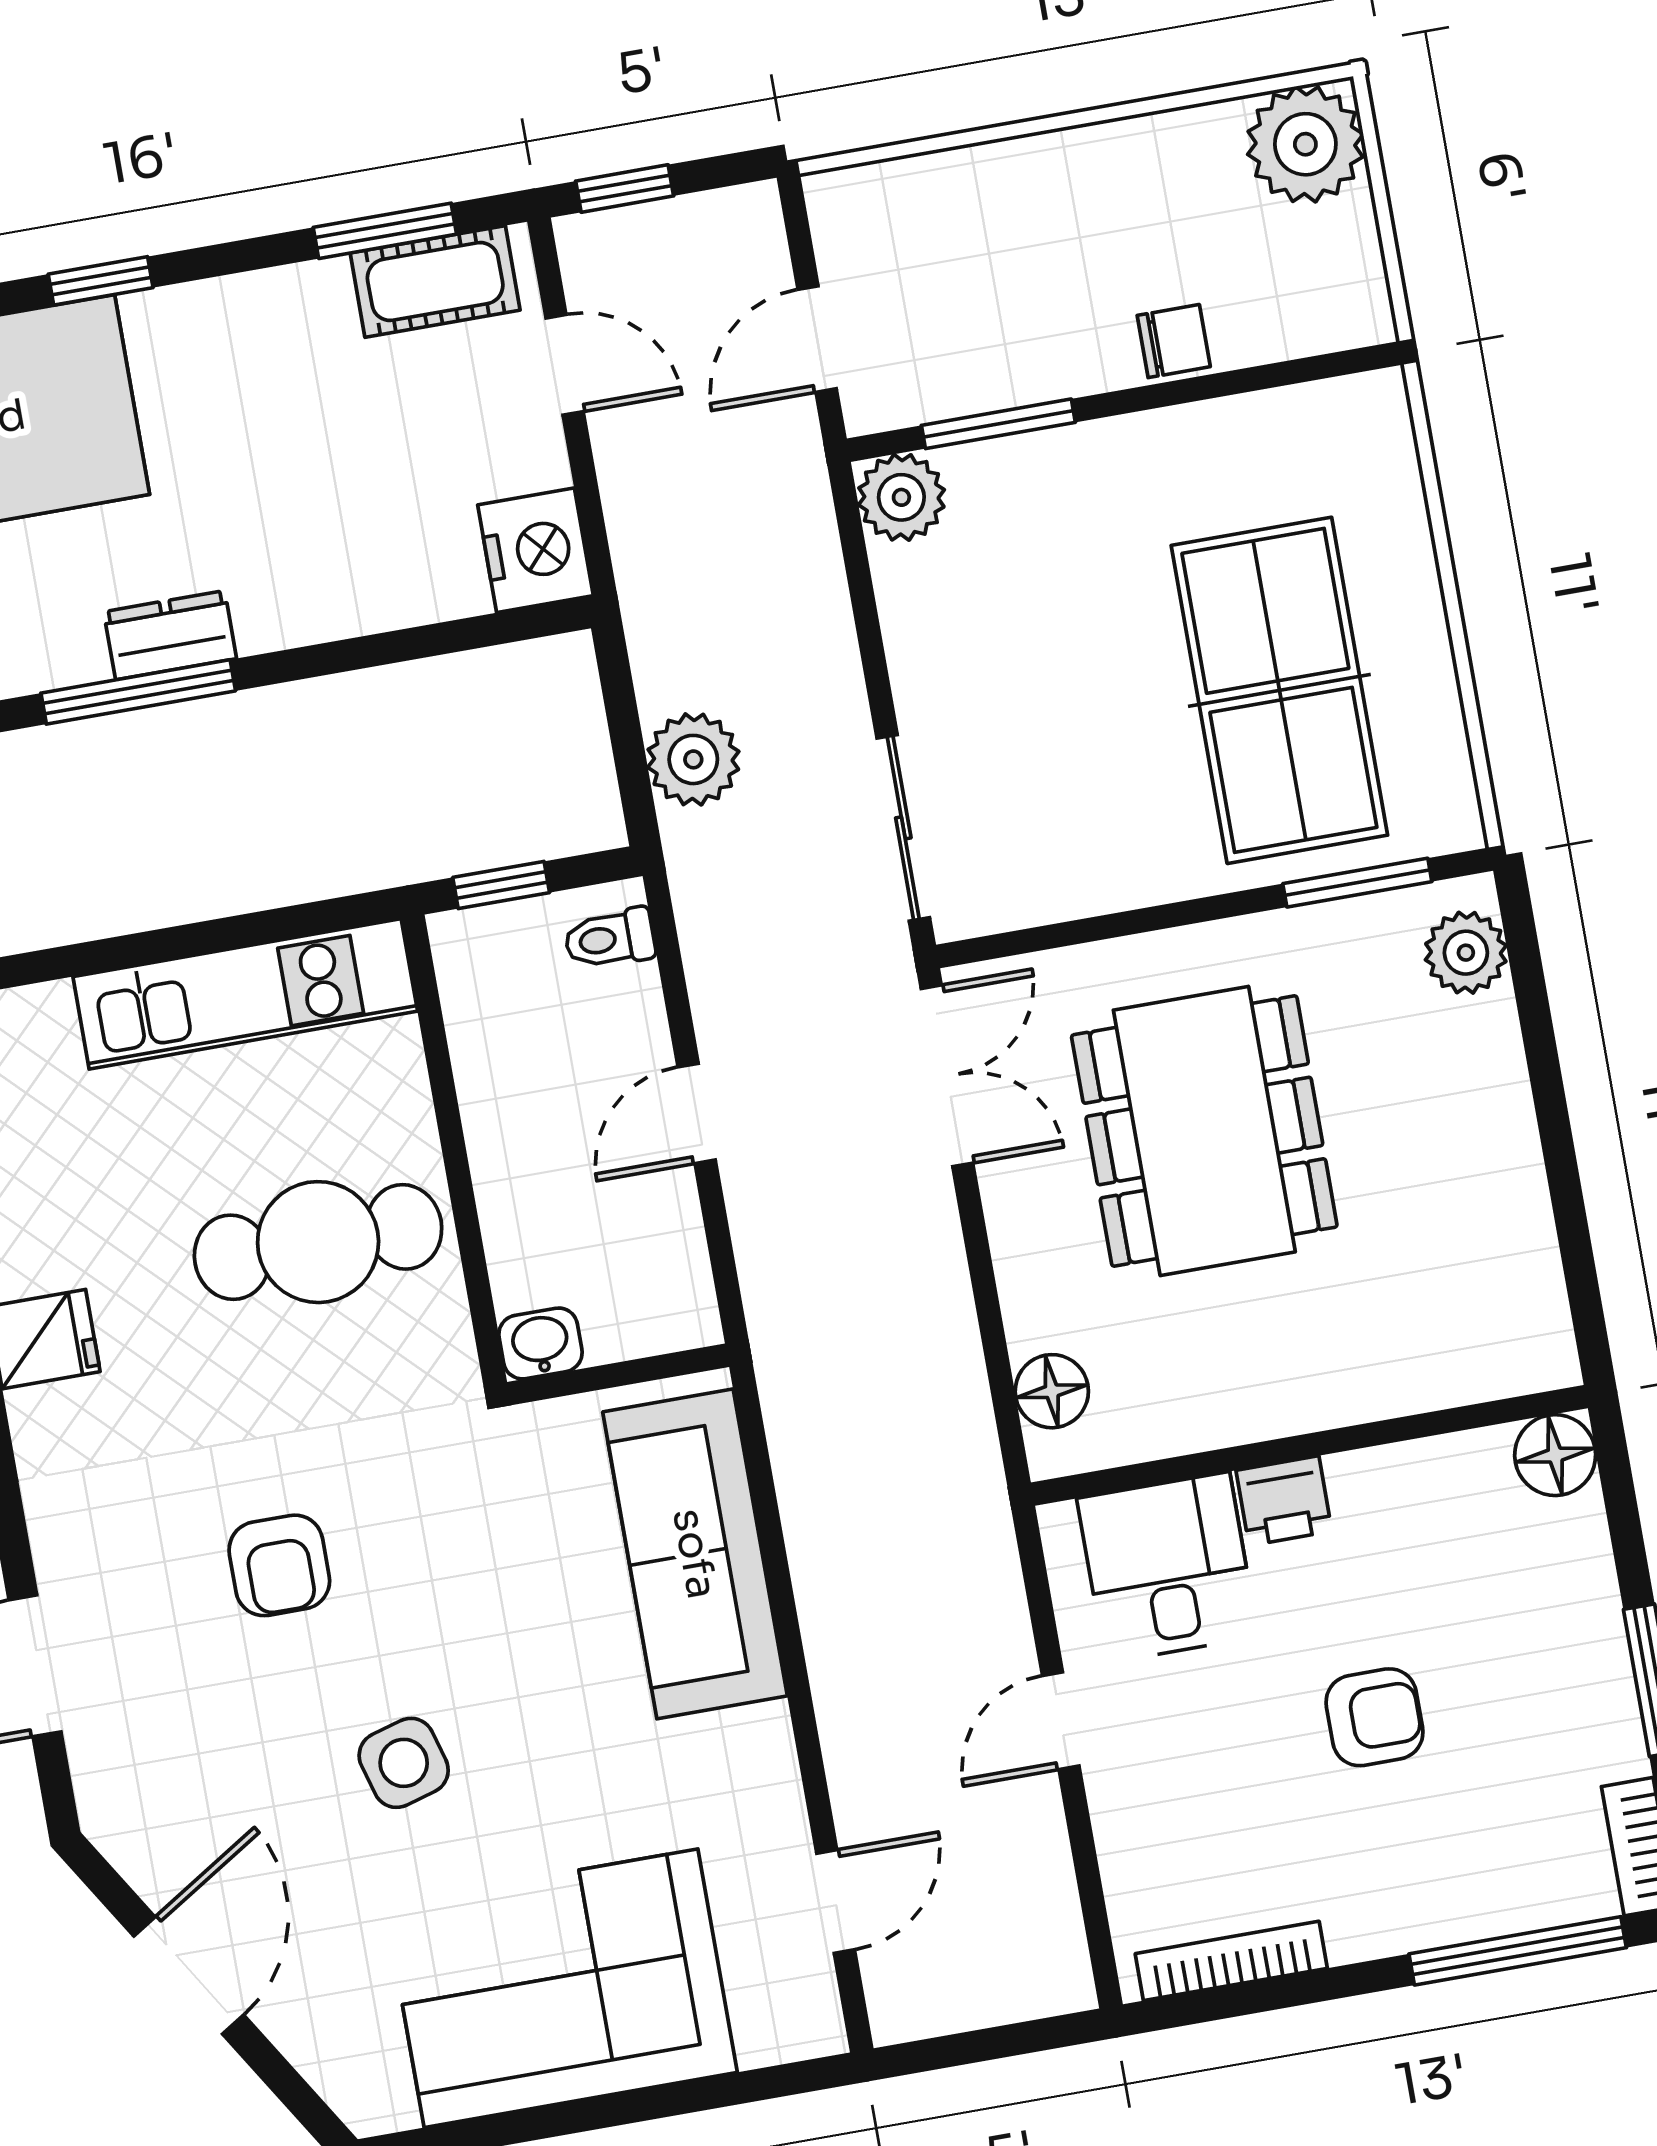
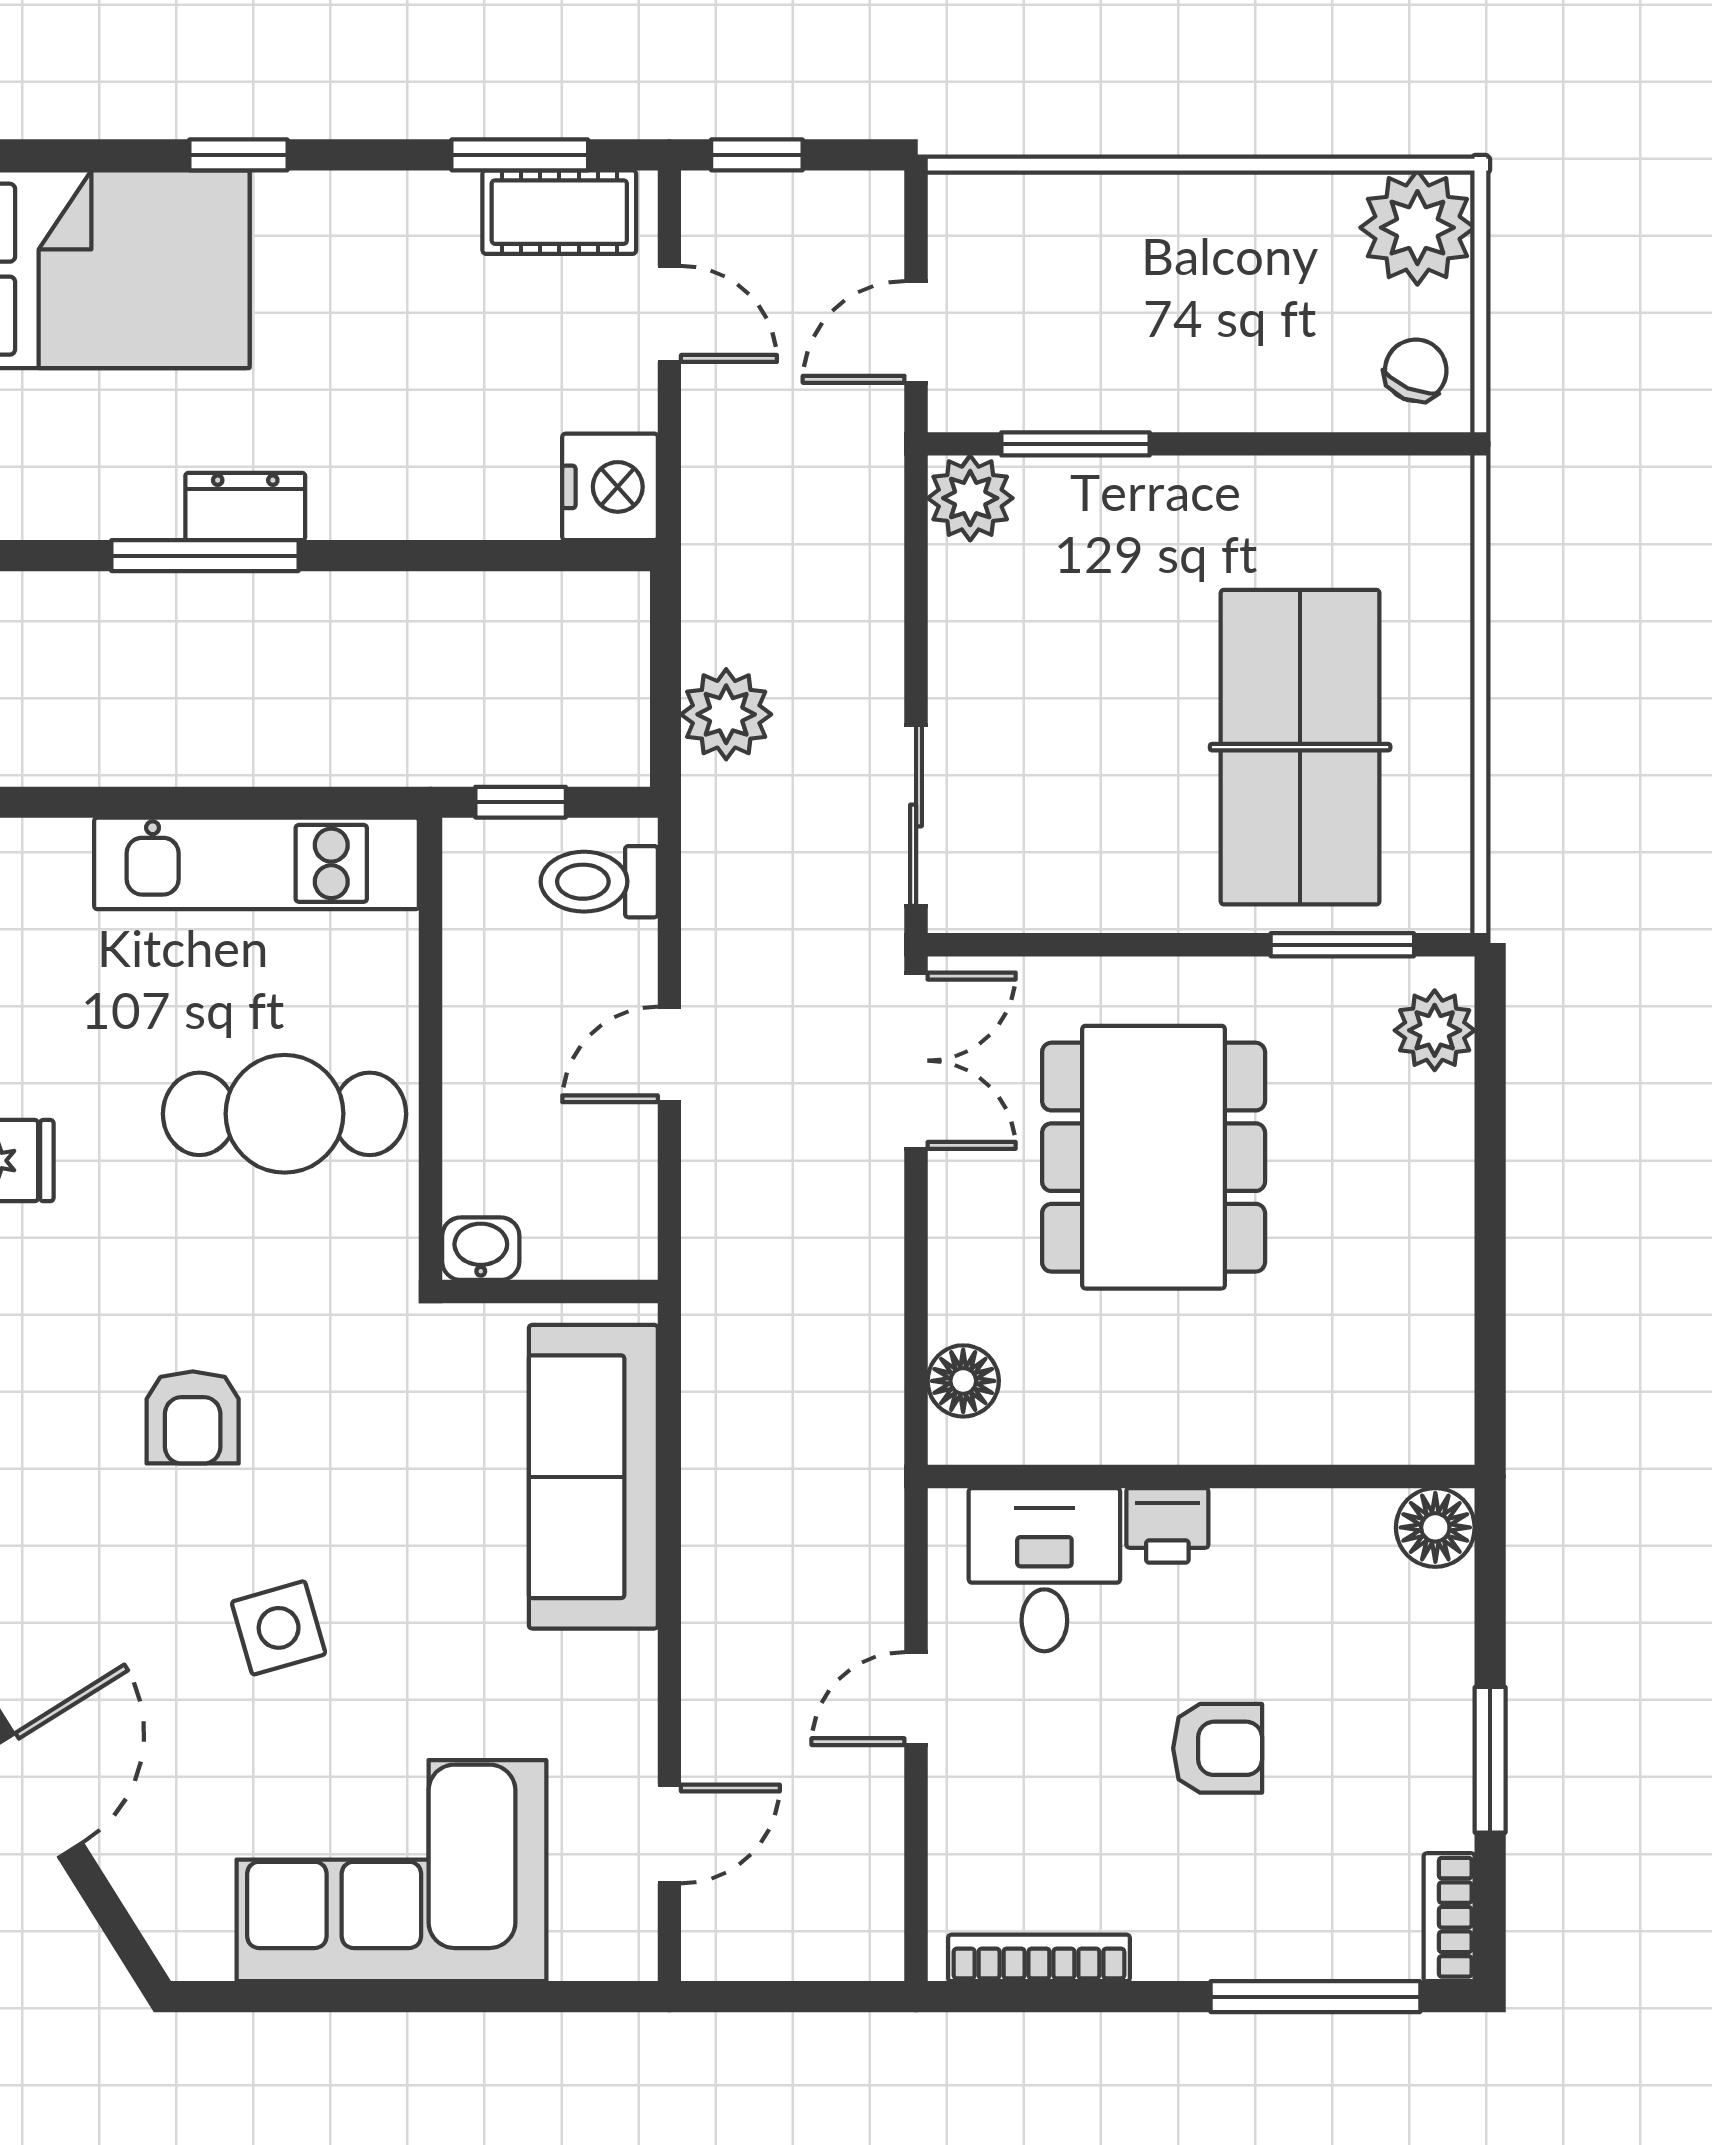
chair: (1174, 341) -> (1416, 370), moved, turned -67
toilet: (610, 939) -> (599, 882), width x1.37, depth x1.39

